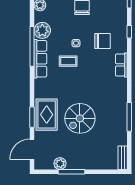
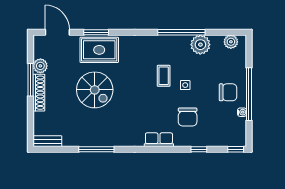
row of seats: (40, 59) -> (166, 42), removed
spiral stairs: (80, 118) -> (95, 90), turned 180
shoe rack: (82, 165) -> (39, 93), added

